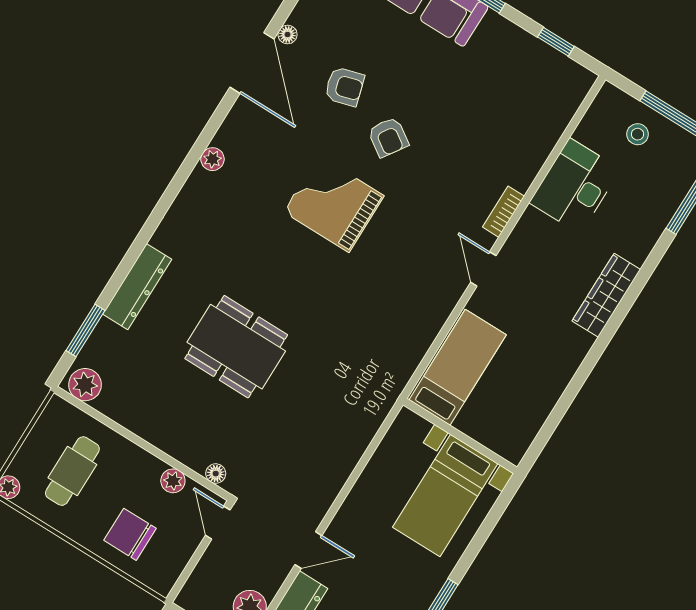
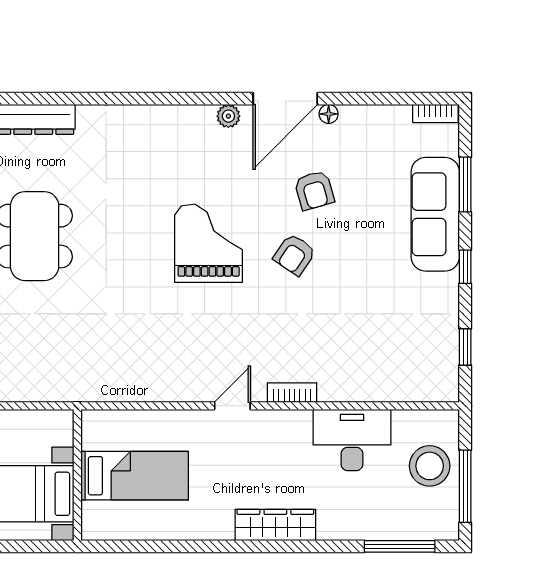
stool: (638, 134) -> (430, 466), width x1.89, depth x1.89
plant: (212, 159) -> (228, 116), moved
bed: (458, 367) -> (135, 476), moved

